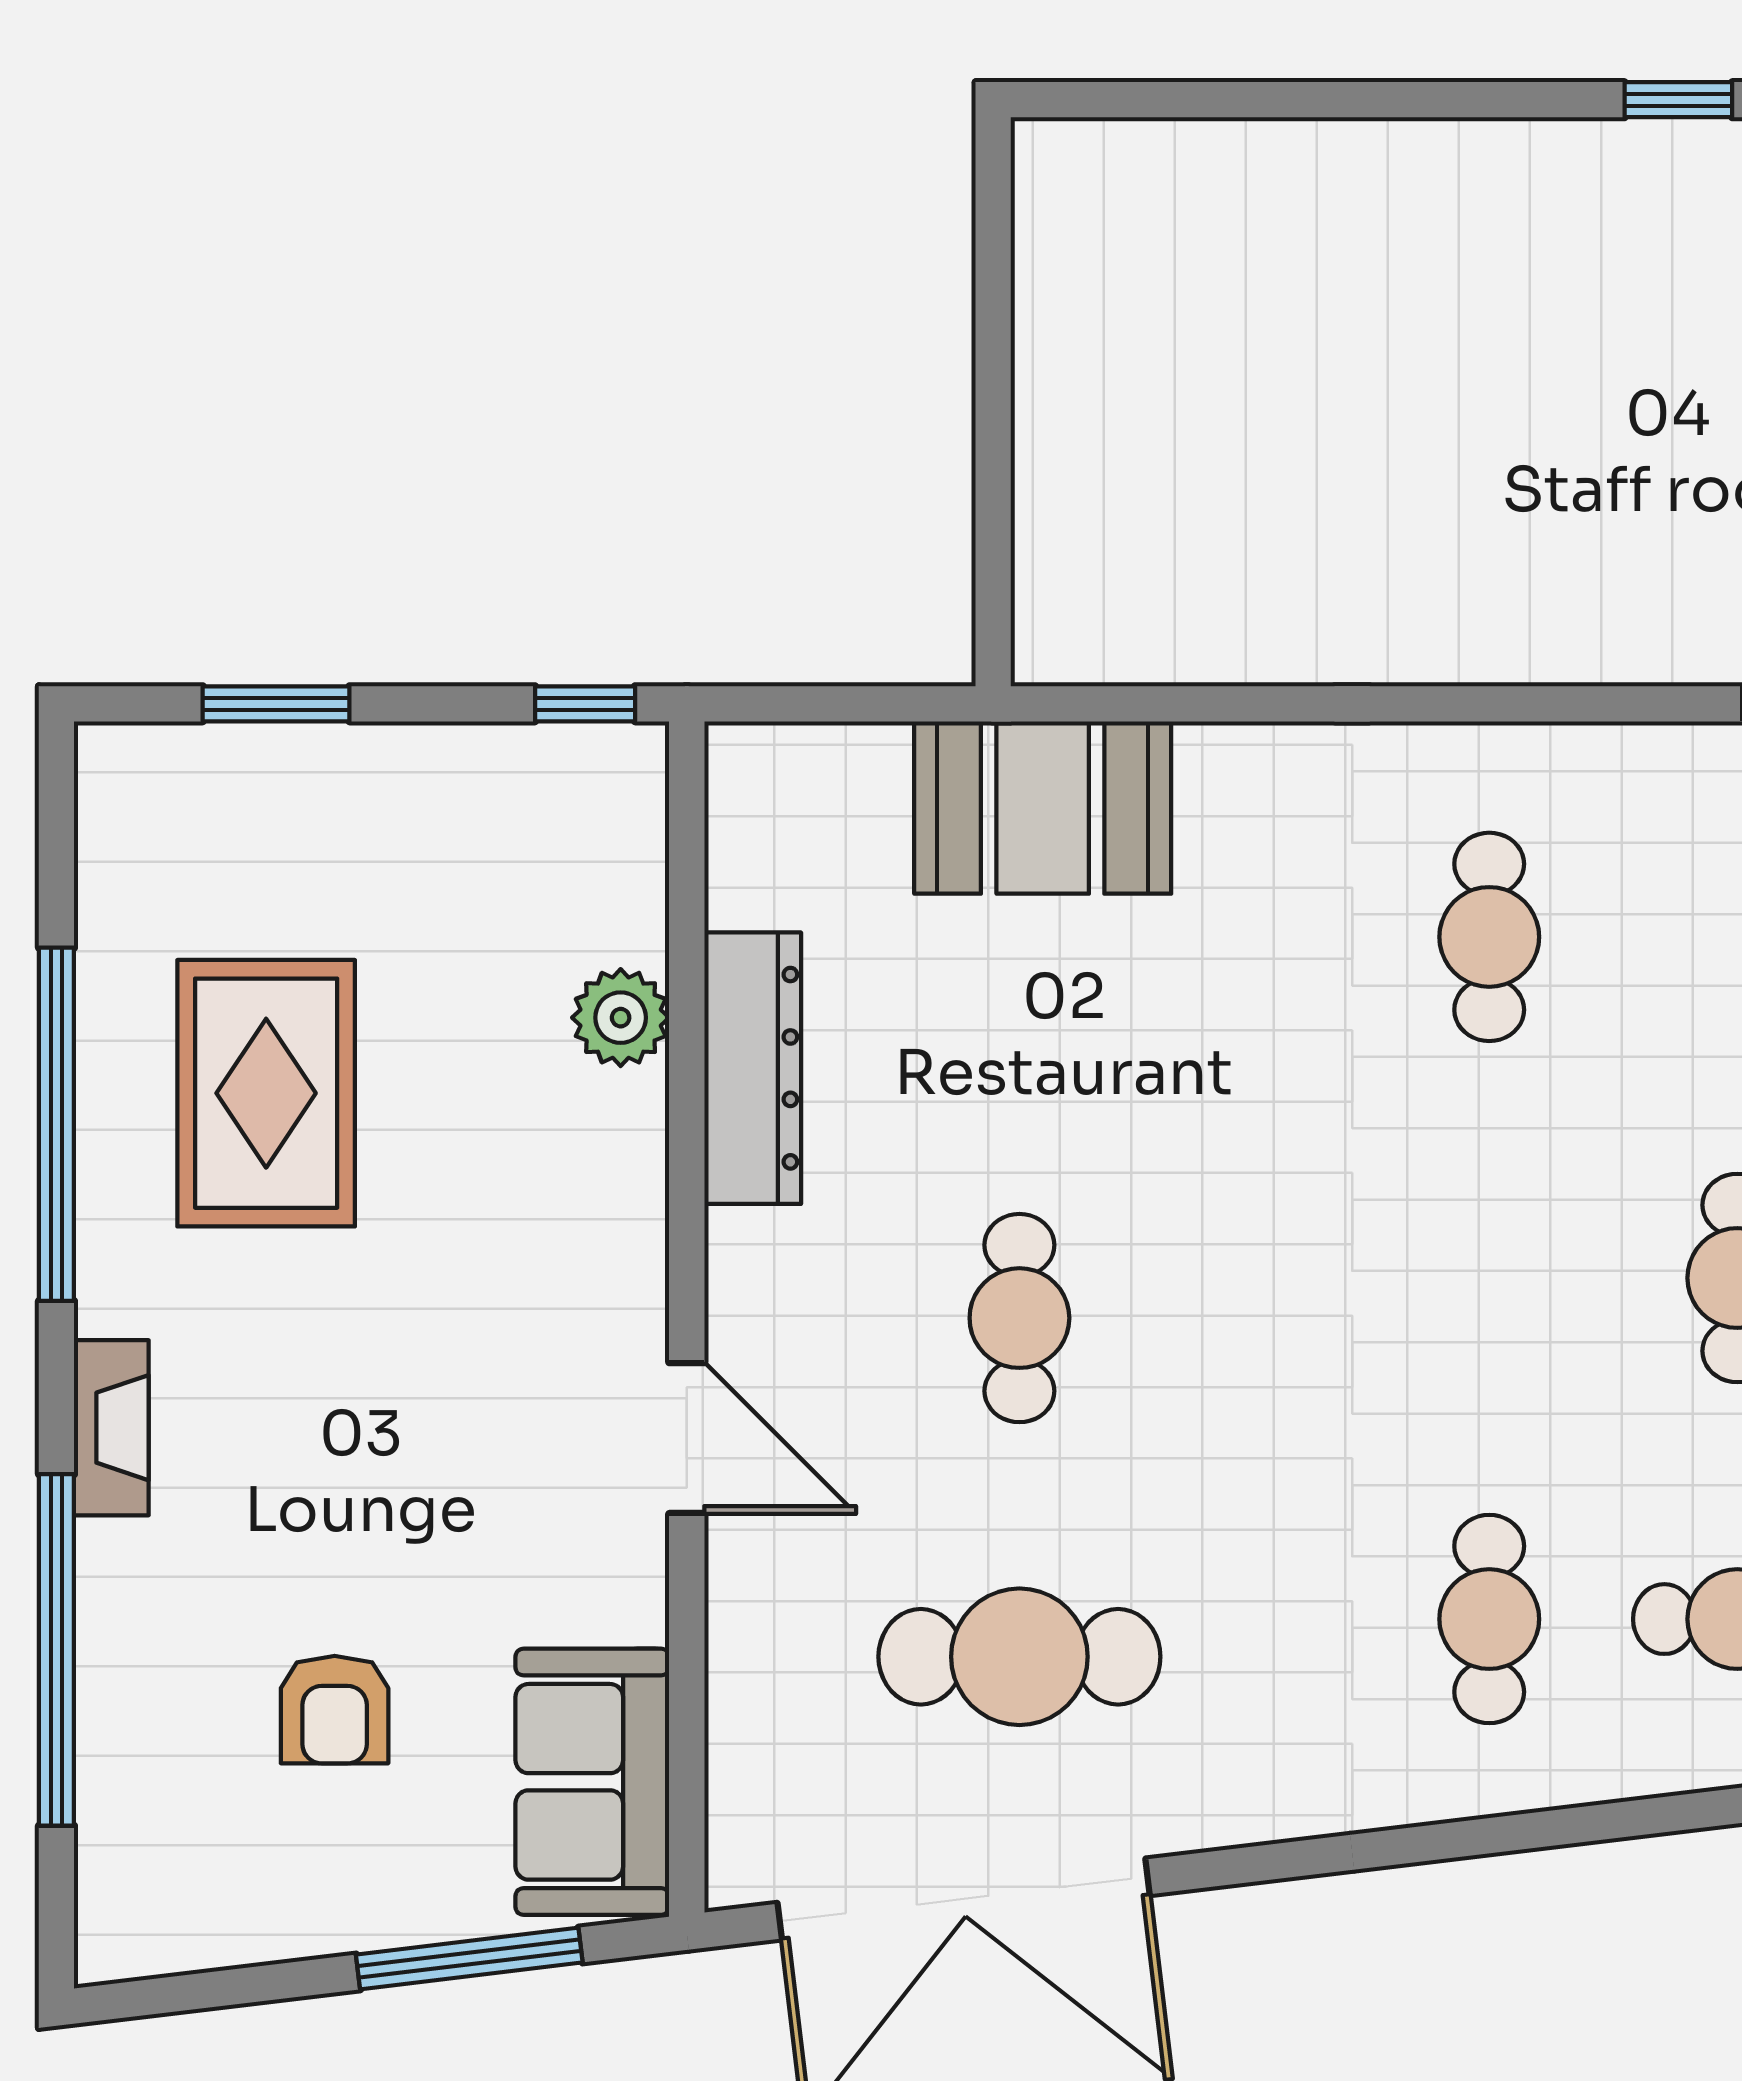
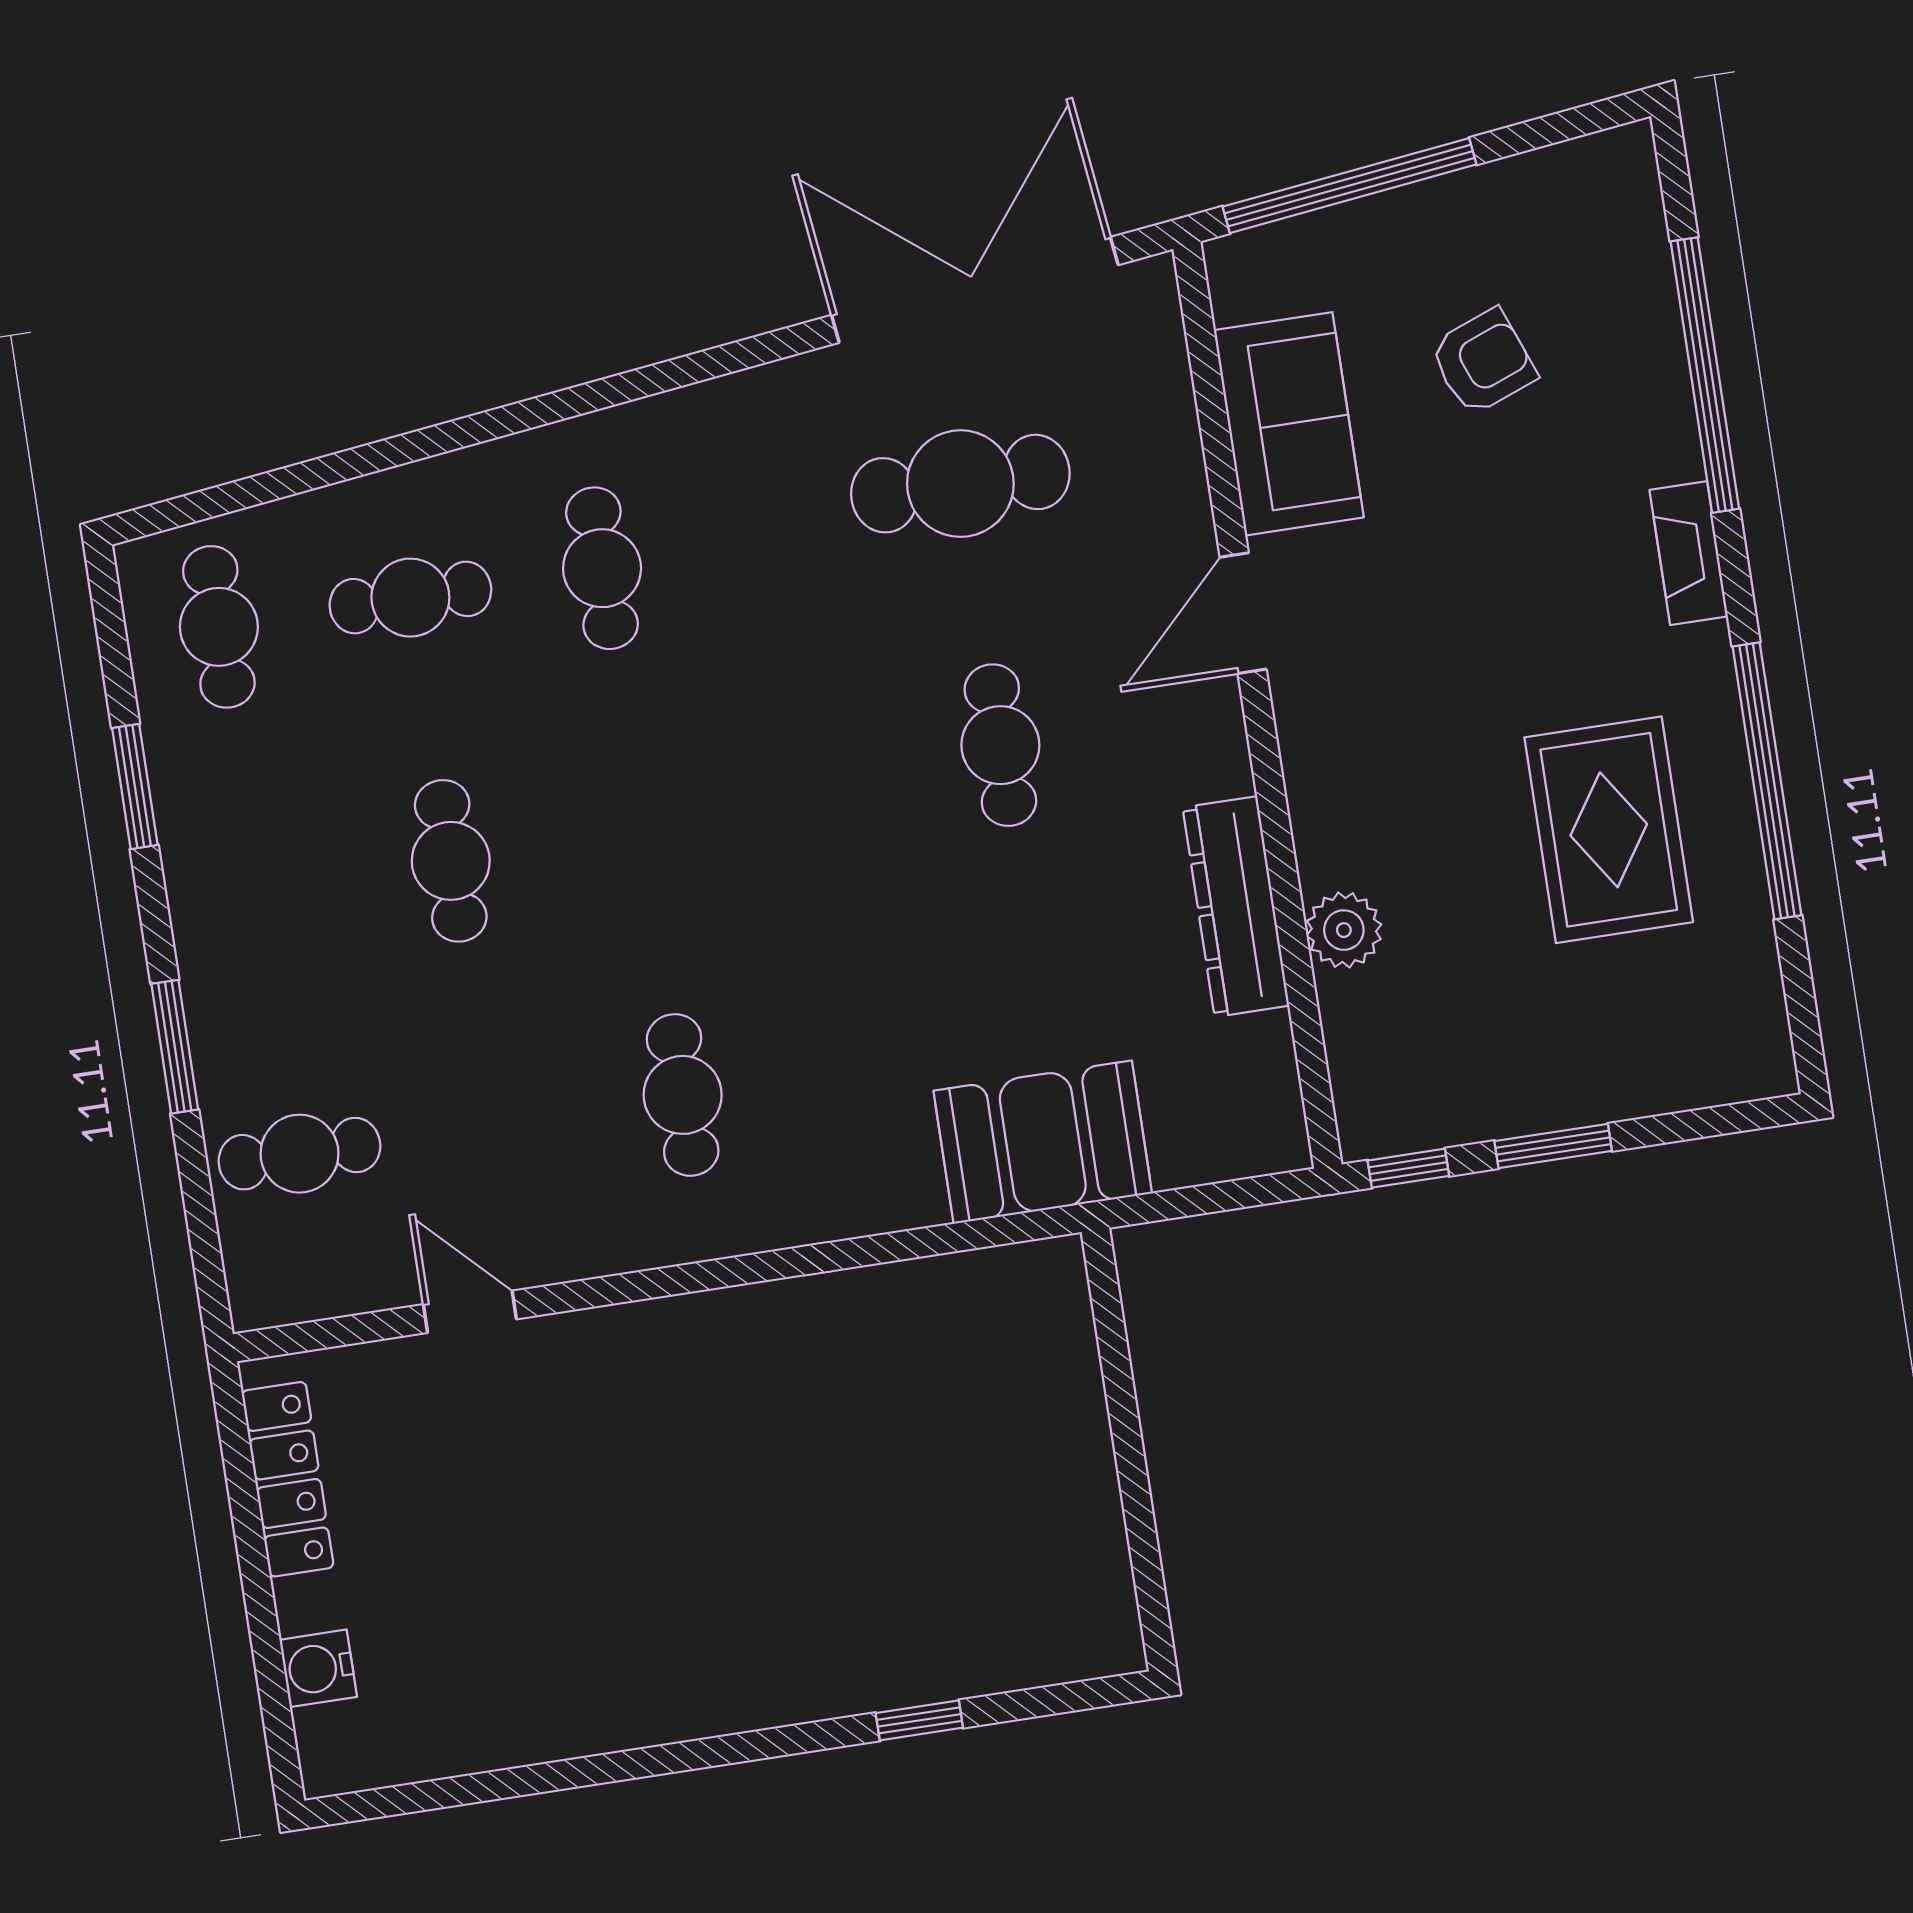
window: (1678, 100) -> (919, 1720), moved
window: (276, 704) -> (1553, 1146), moved
door: (687, 1438) -> (1243, 613), hinge flipped
armchair: (335, 1710) -> (1483, 362), turned 69
sofa: (592, 1782) -> (1289, 424), moved
window: (469, 1958) -> (1350, 186), width x1.46

